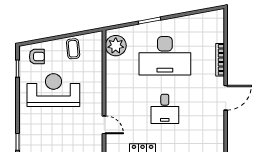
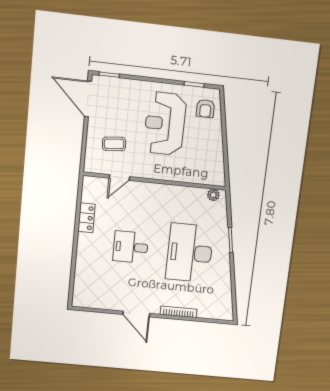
plant: (116, 46) -> (213, 195), width x0.53, depth x0.53
coffee table: (73, 49) -> (114, 144), moved
reception desk: (53, 90) -> (165, 124), turned 180

